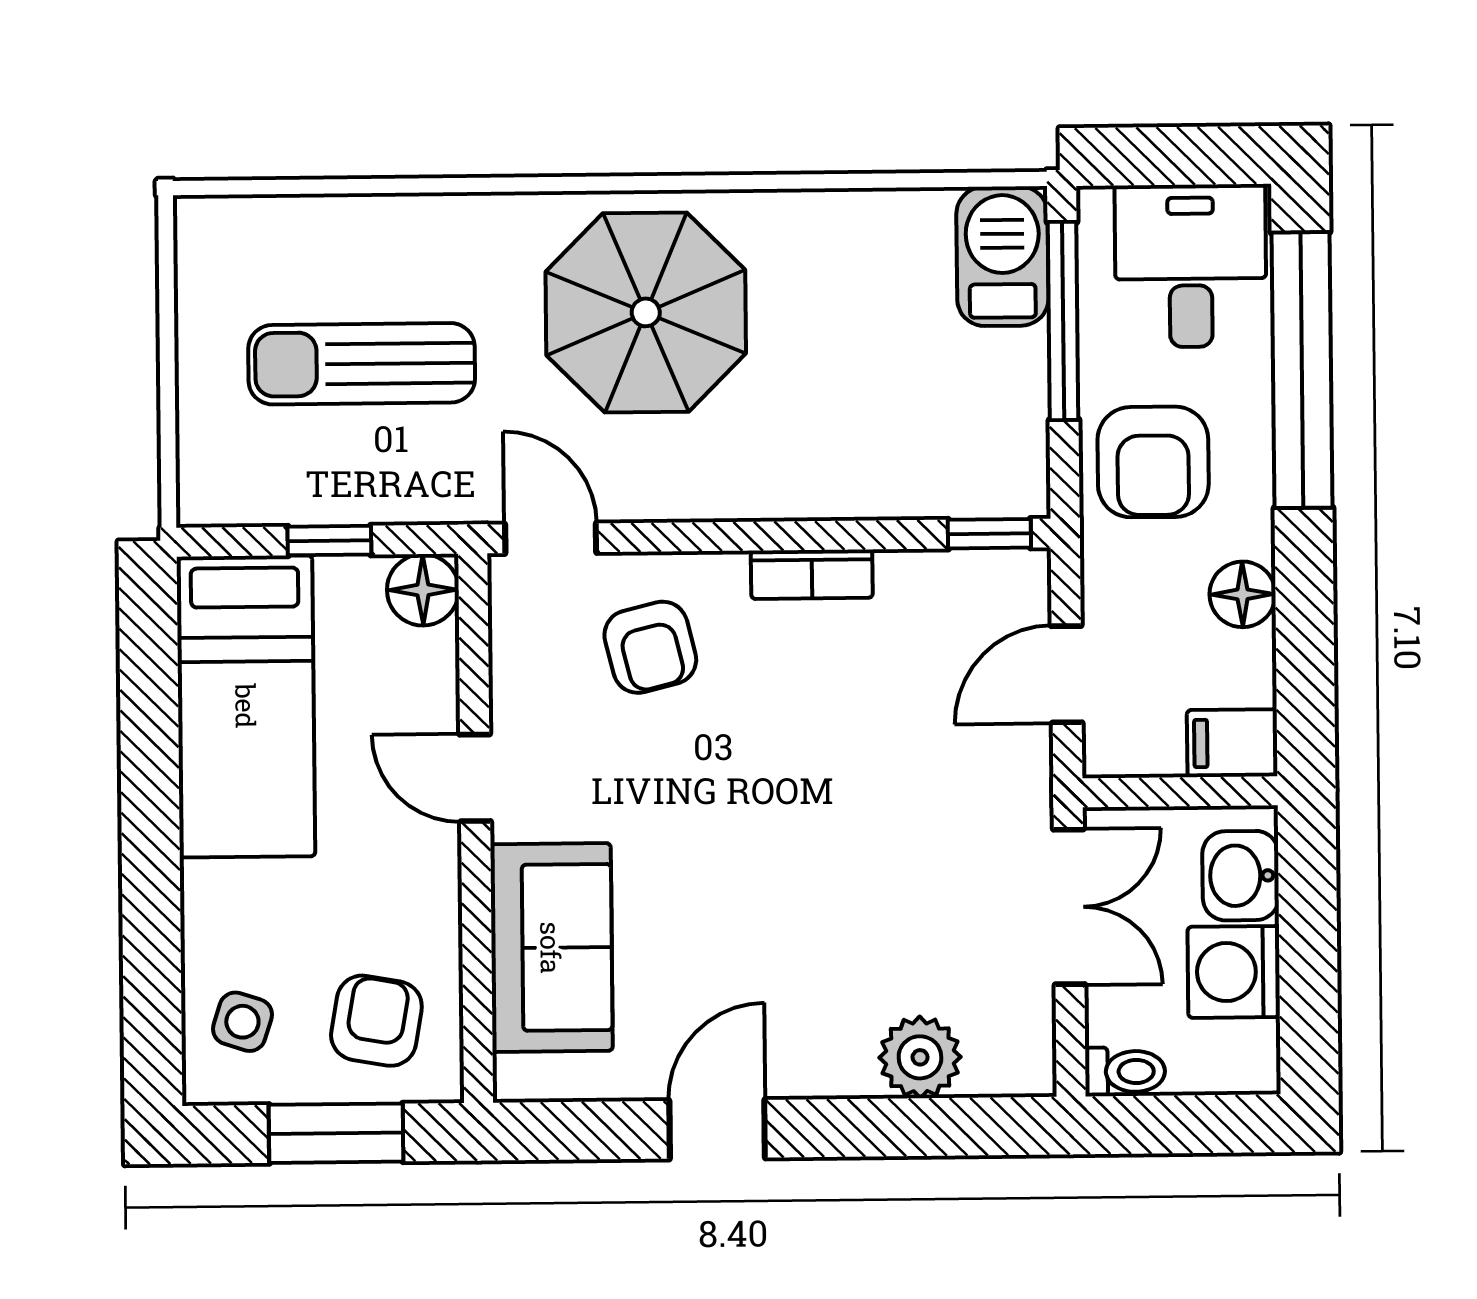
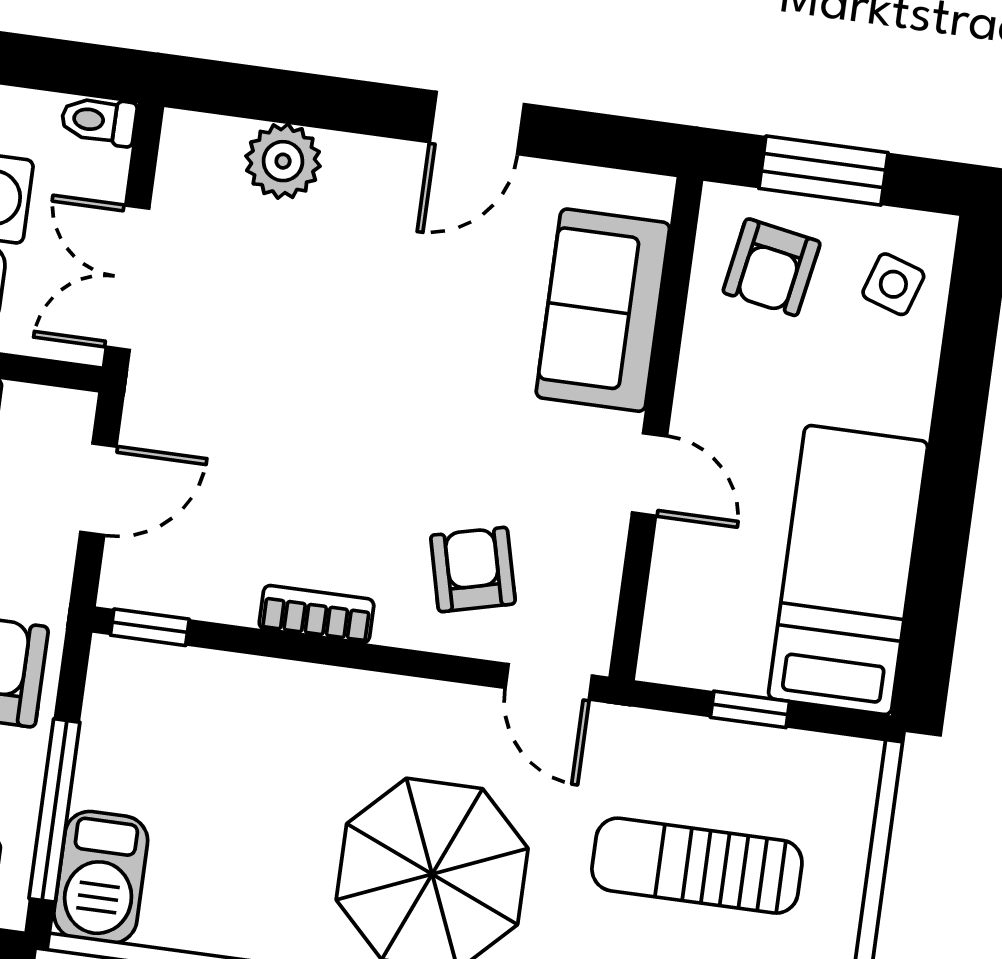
sun lounger: (362, 364) -> (697, 866), turned 180
floor lamp: (423, 590) -> (672, 652), removed

